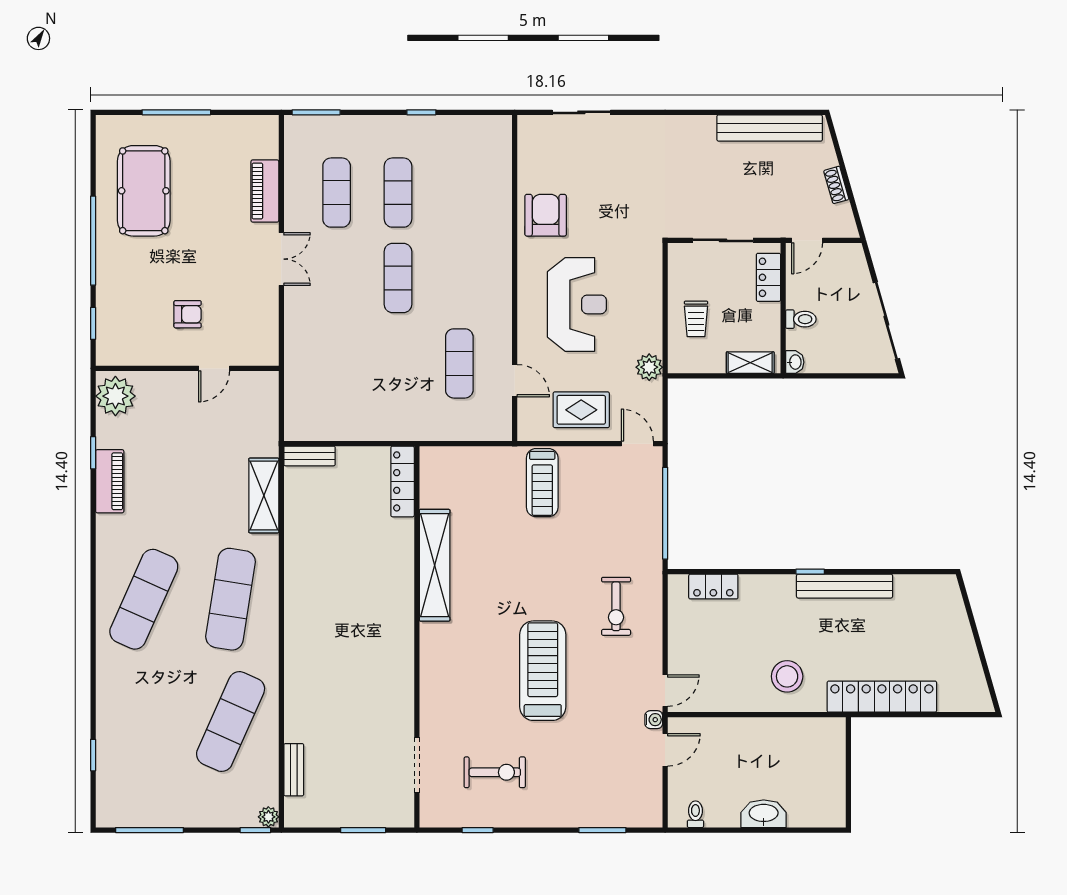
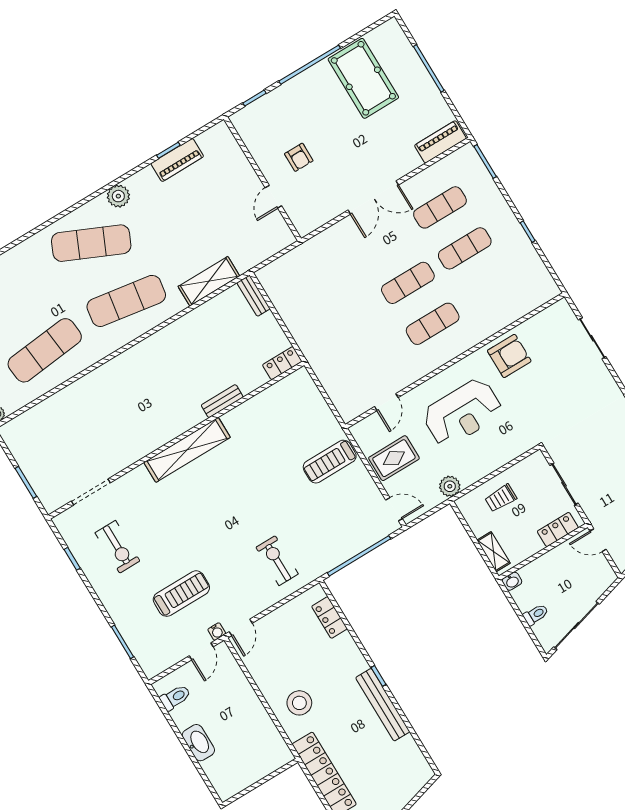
pool table: (144, 191) -> (363, 78), turned 90
piano: (265, 191) -> (440, 142), moved
double door: (281, 259) -> (373, 197), width x1.37
toilet: (801, 319) -> (536, 615), moved, turned -90
exercise mat: (459, 363) -> (433, 324), moved
door: (214, 368) -> (273, 197), hinge flipped
plant: (115, 396) -> (118, 196), moved, width x0.73, depth x0.73
rug: (581, 410) -> (394, 458), turned 90
door: (637, 444) -> (394, 509), hinge flipped
piano: (110, 481) -> (177, 160), moved
locker: (403, 481) -> (282, 363), width x0.66
shelving: (435, 565) -> (187, 450), moved
exercise bike: (616, 606) -> (277, 561), turned 90
treadmill: (543, 671) -> (181, 594), moved, width x0.73, depth x0.73
door: (665, 691) -> (241, 627), hinge flipped
exercise mat: (231, 722) -> (45, 350), turned -30
door: (665, 750) -> (201, 651), hinge flipped
bench: (294, 770) -> (222, 401), moved
toilet: (695, 814) -> (175, 697), width x1.37, depth x1.39

